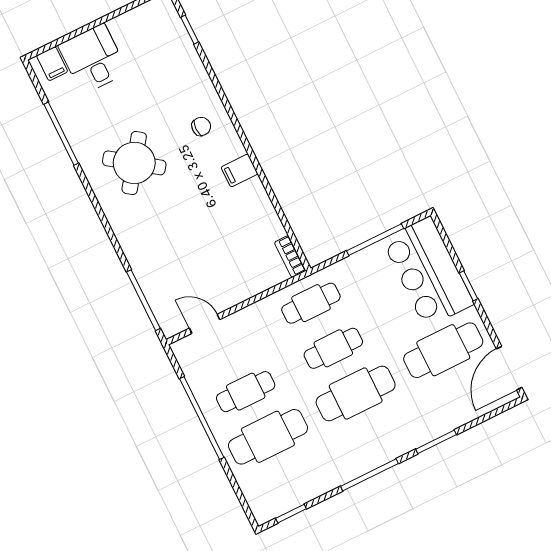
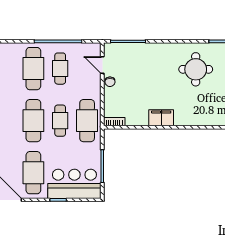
chair: (201, 126) -> (110, 82), moved
round table: (134, 163) -> (196, 69), turned -36
filing cabinet: (239, 171) -> (161, 118), width x2.00
cafe table: (311, 303) -> (87, 121), width x1.37, depth x1.35
door: (205, 324) -> (102, 65), swing flipped

